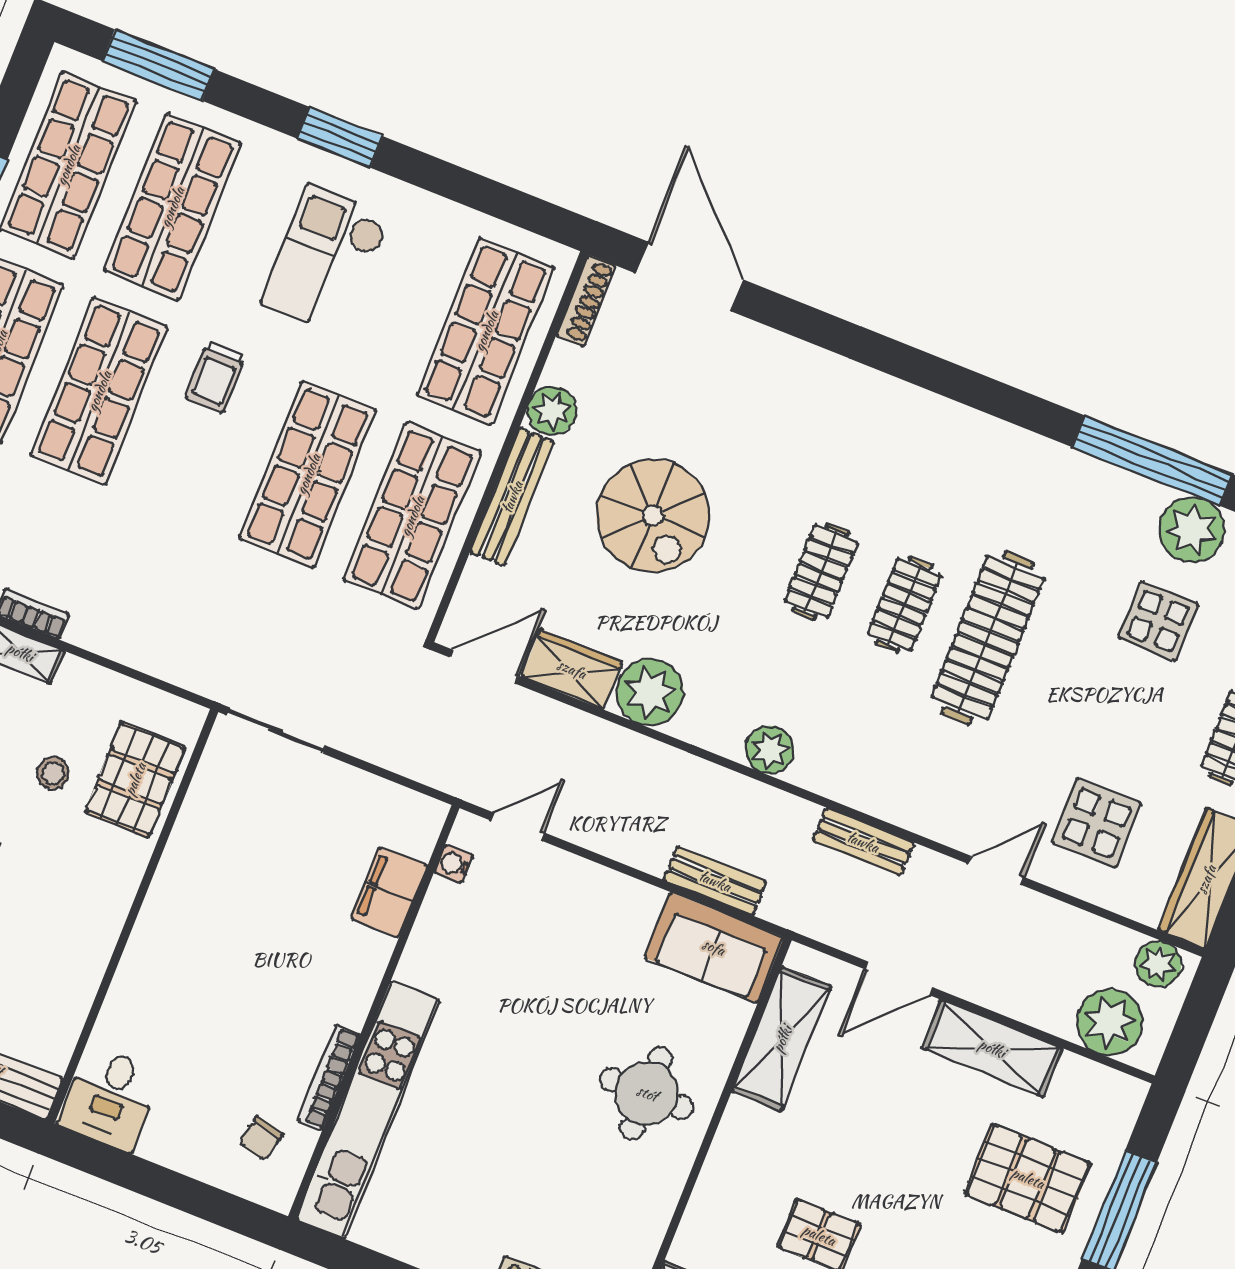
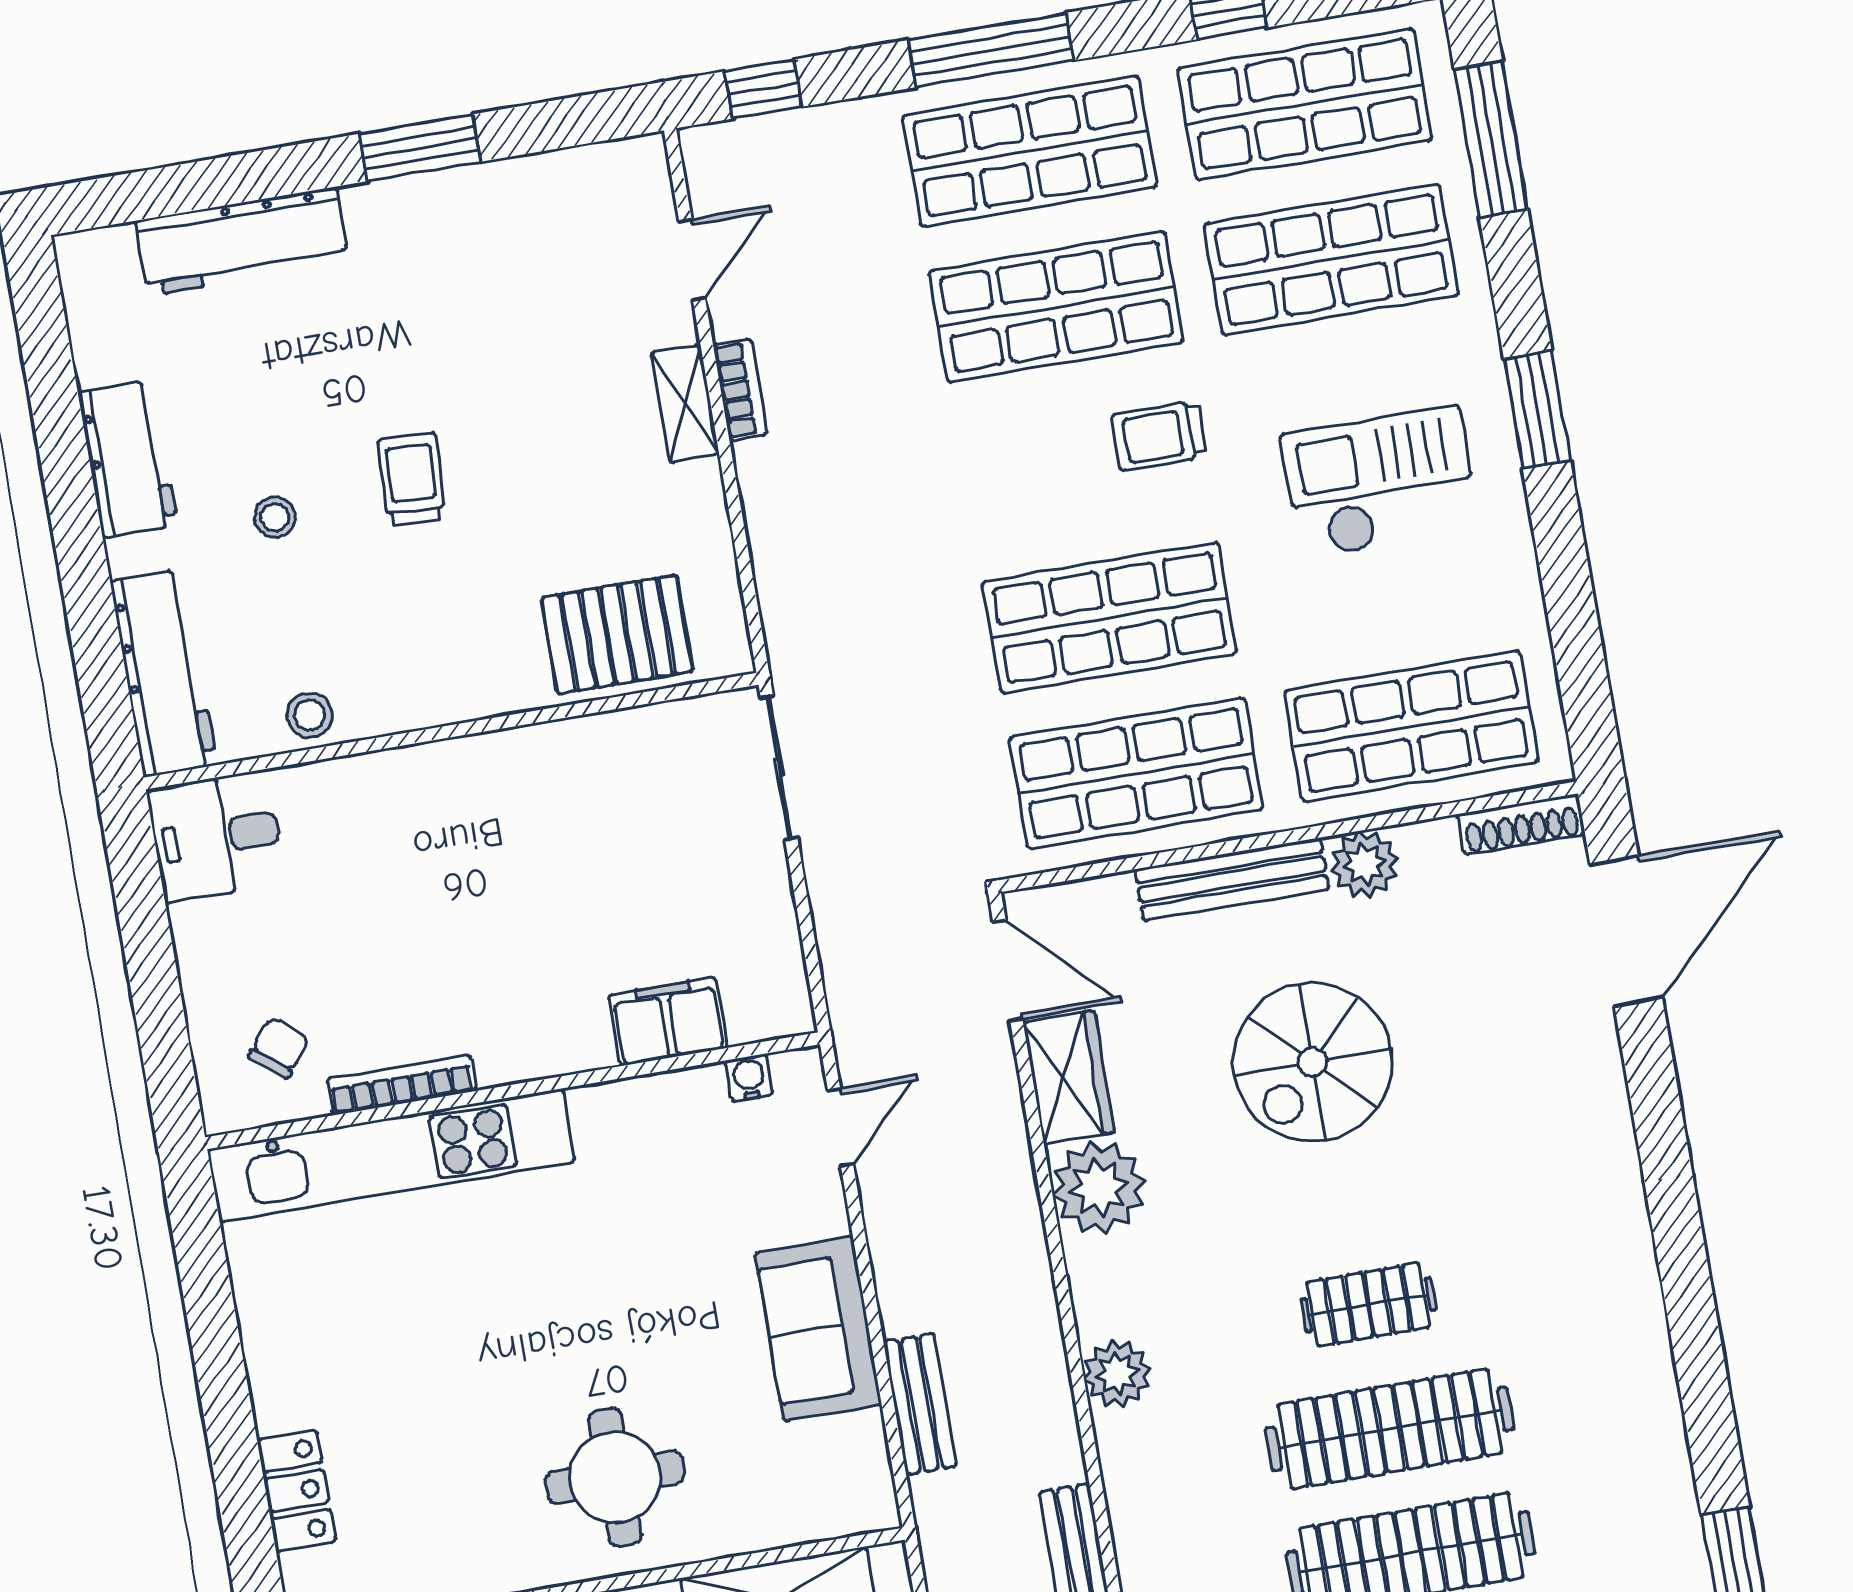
clothes rail: (904, 605) -> (1390, 1429), width x1.86, depth x1.31
stool: (53, 773) -> (310, 715), moved
door: (517, 826) -> (840, 1127), hinge flipped
sofa: (714, 947) -> (818, 1329), moved
chair: (261, 1138) -> (279, 1048), turned 116

